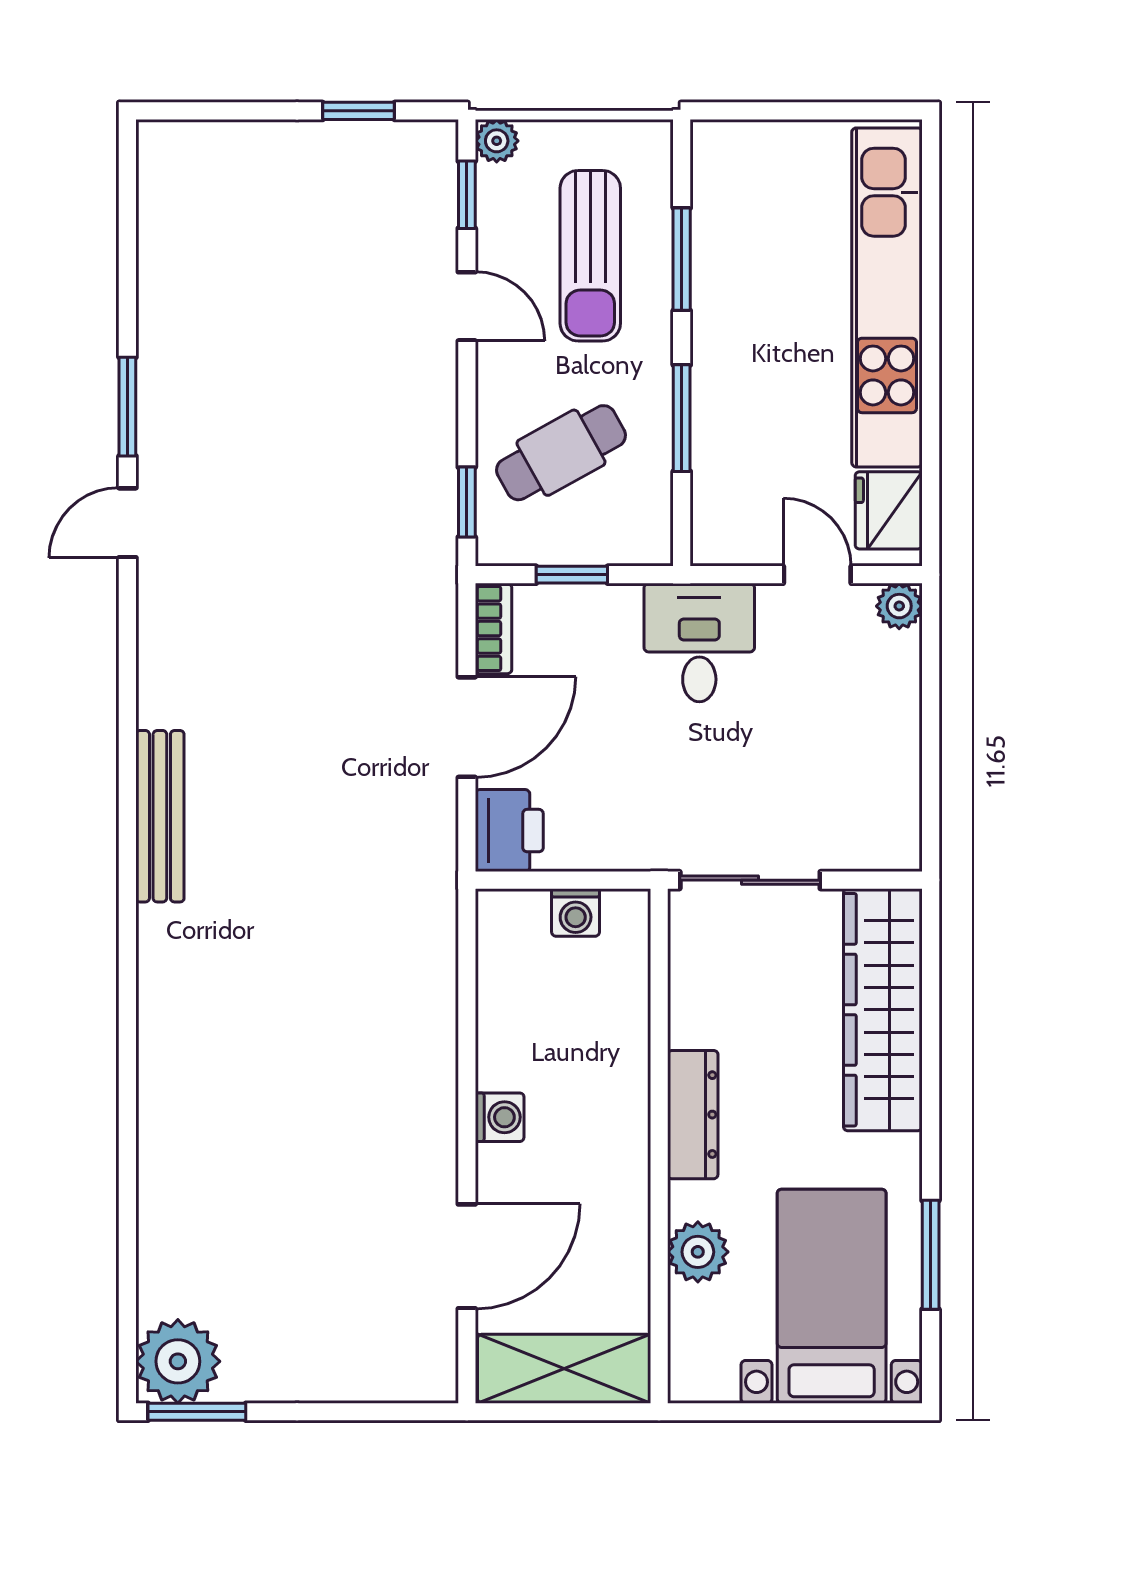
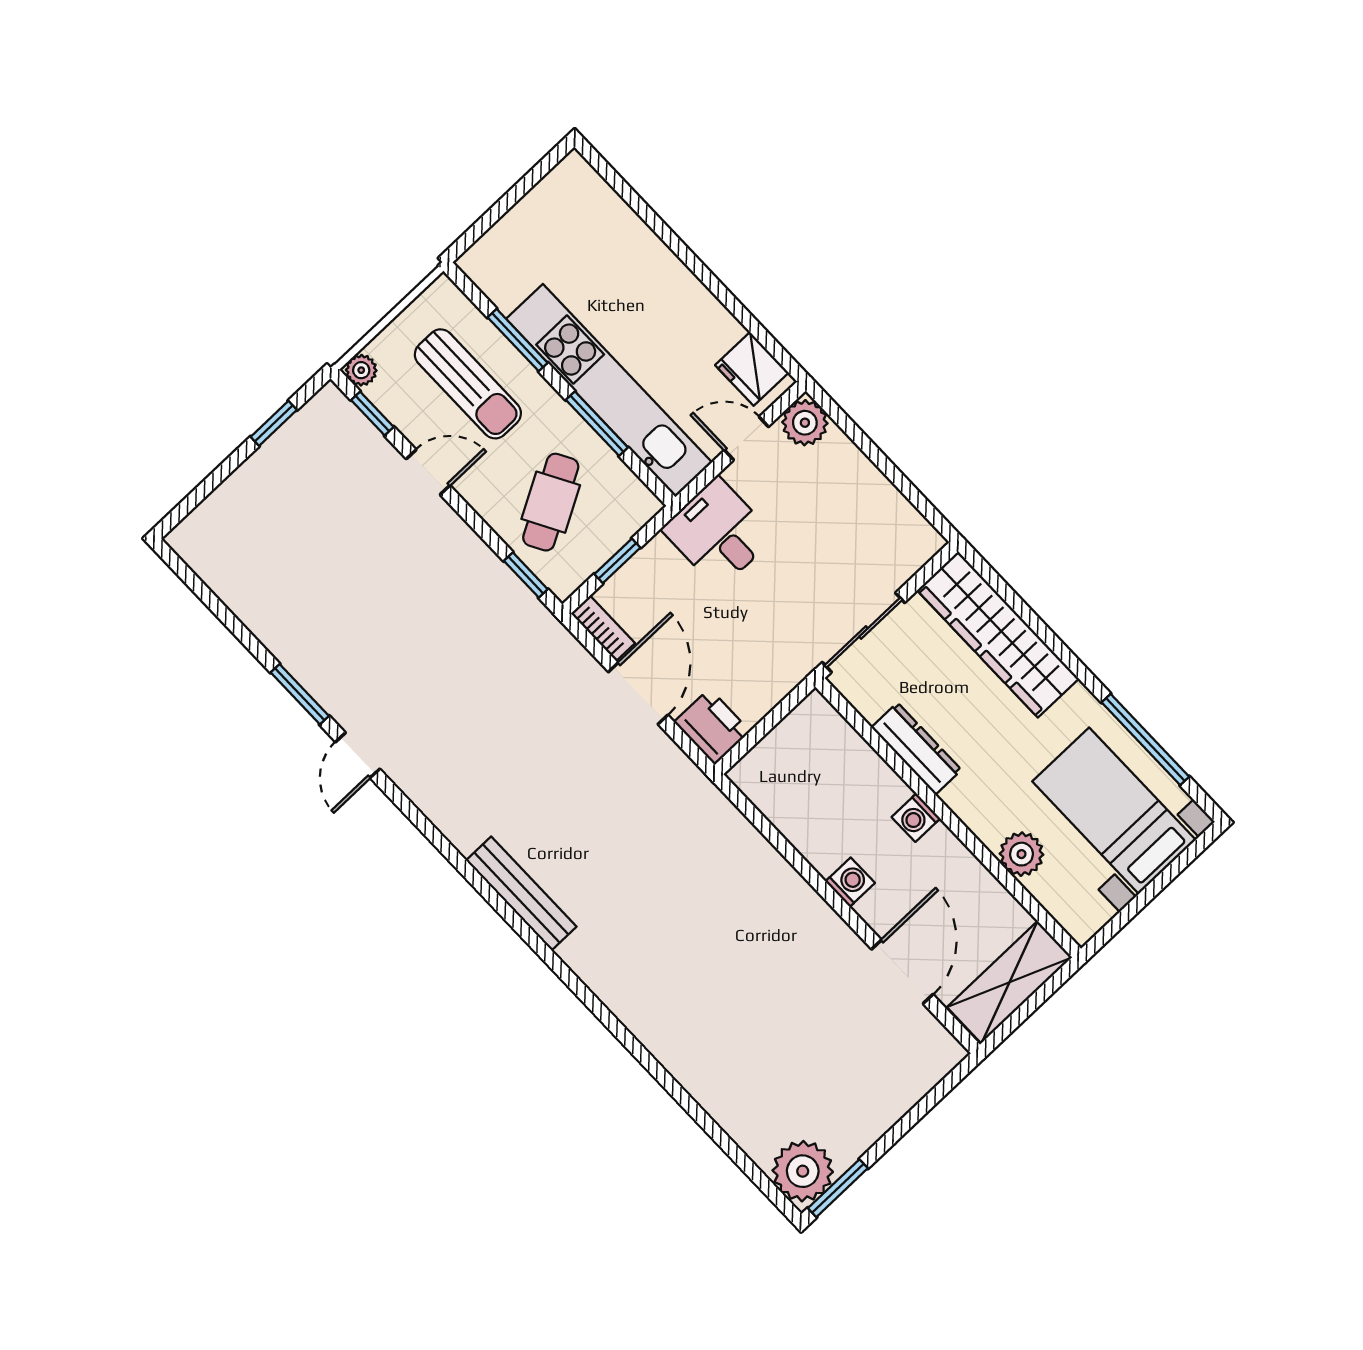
kitchen unit: (887, 297) -> (609, 391), moved, turned 180
plant: (899, 606) -> (805, 423), width x1.38, depth x1.38
washing machine: (576, 912) -> (916, 818), moved, turned 90
dresser: (693, 1115) -> (916, 749), moved
window: (931, 1255) -> (1145, 739), width x1.44

